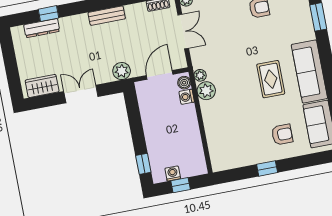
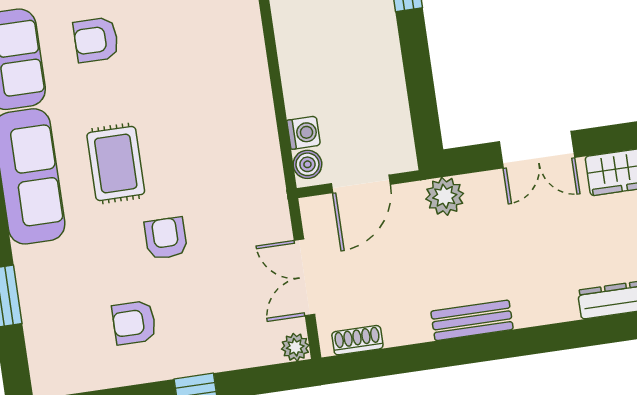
window: (49, 14) -> (601, 331), removed
armchair: (247, 46) -> (166, 238), added
plant: (200, 75) -> (271, 179), removed
plant: (206, 91) -> (260, 144), removed

